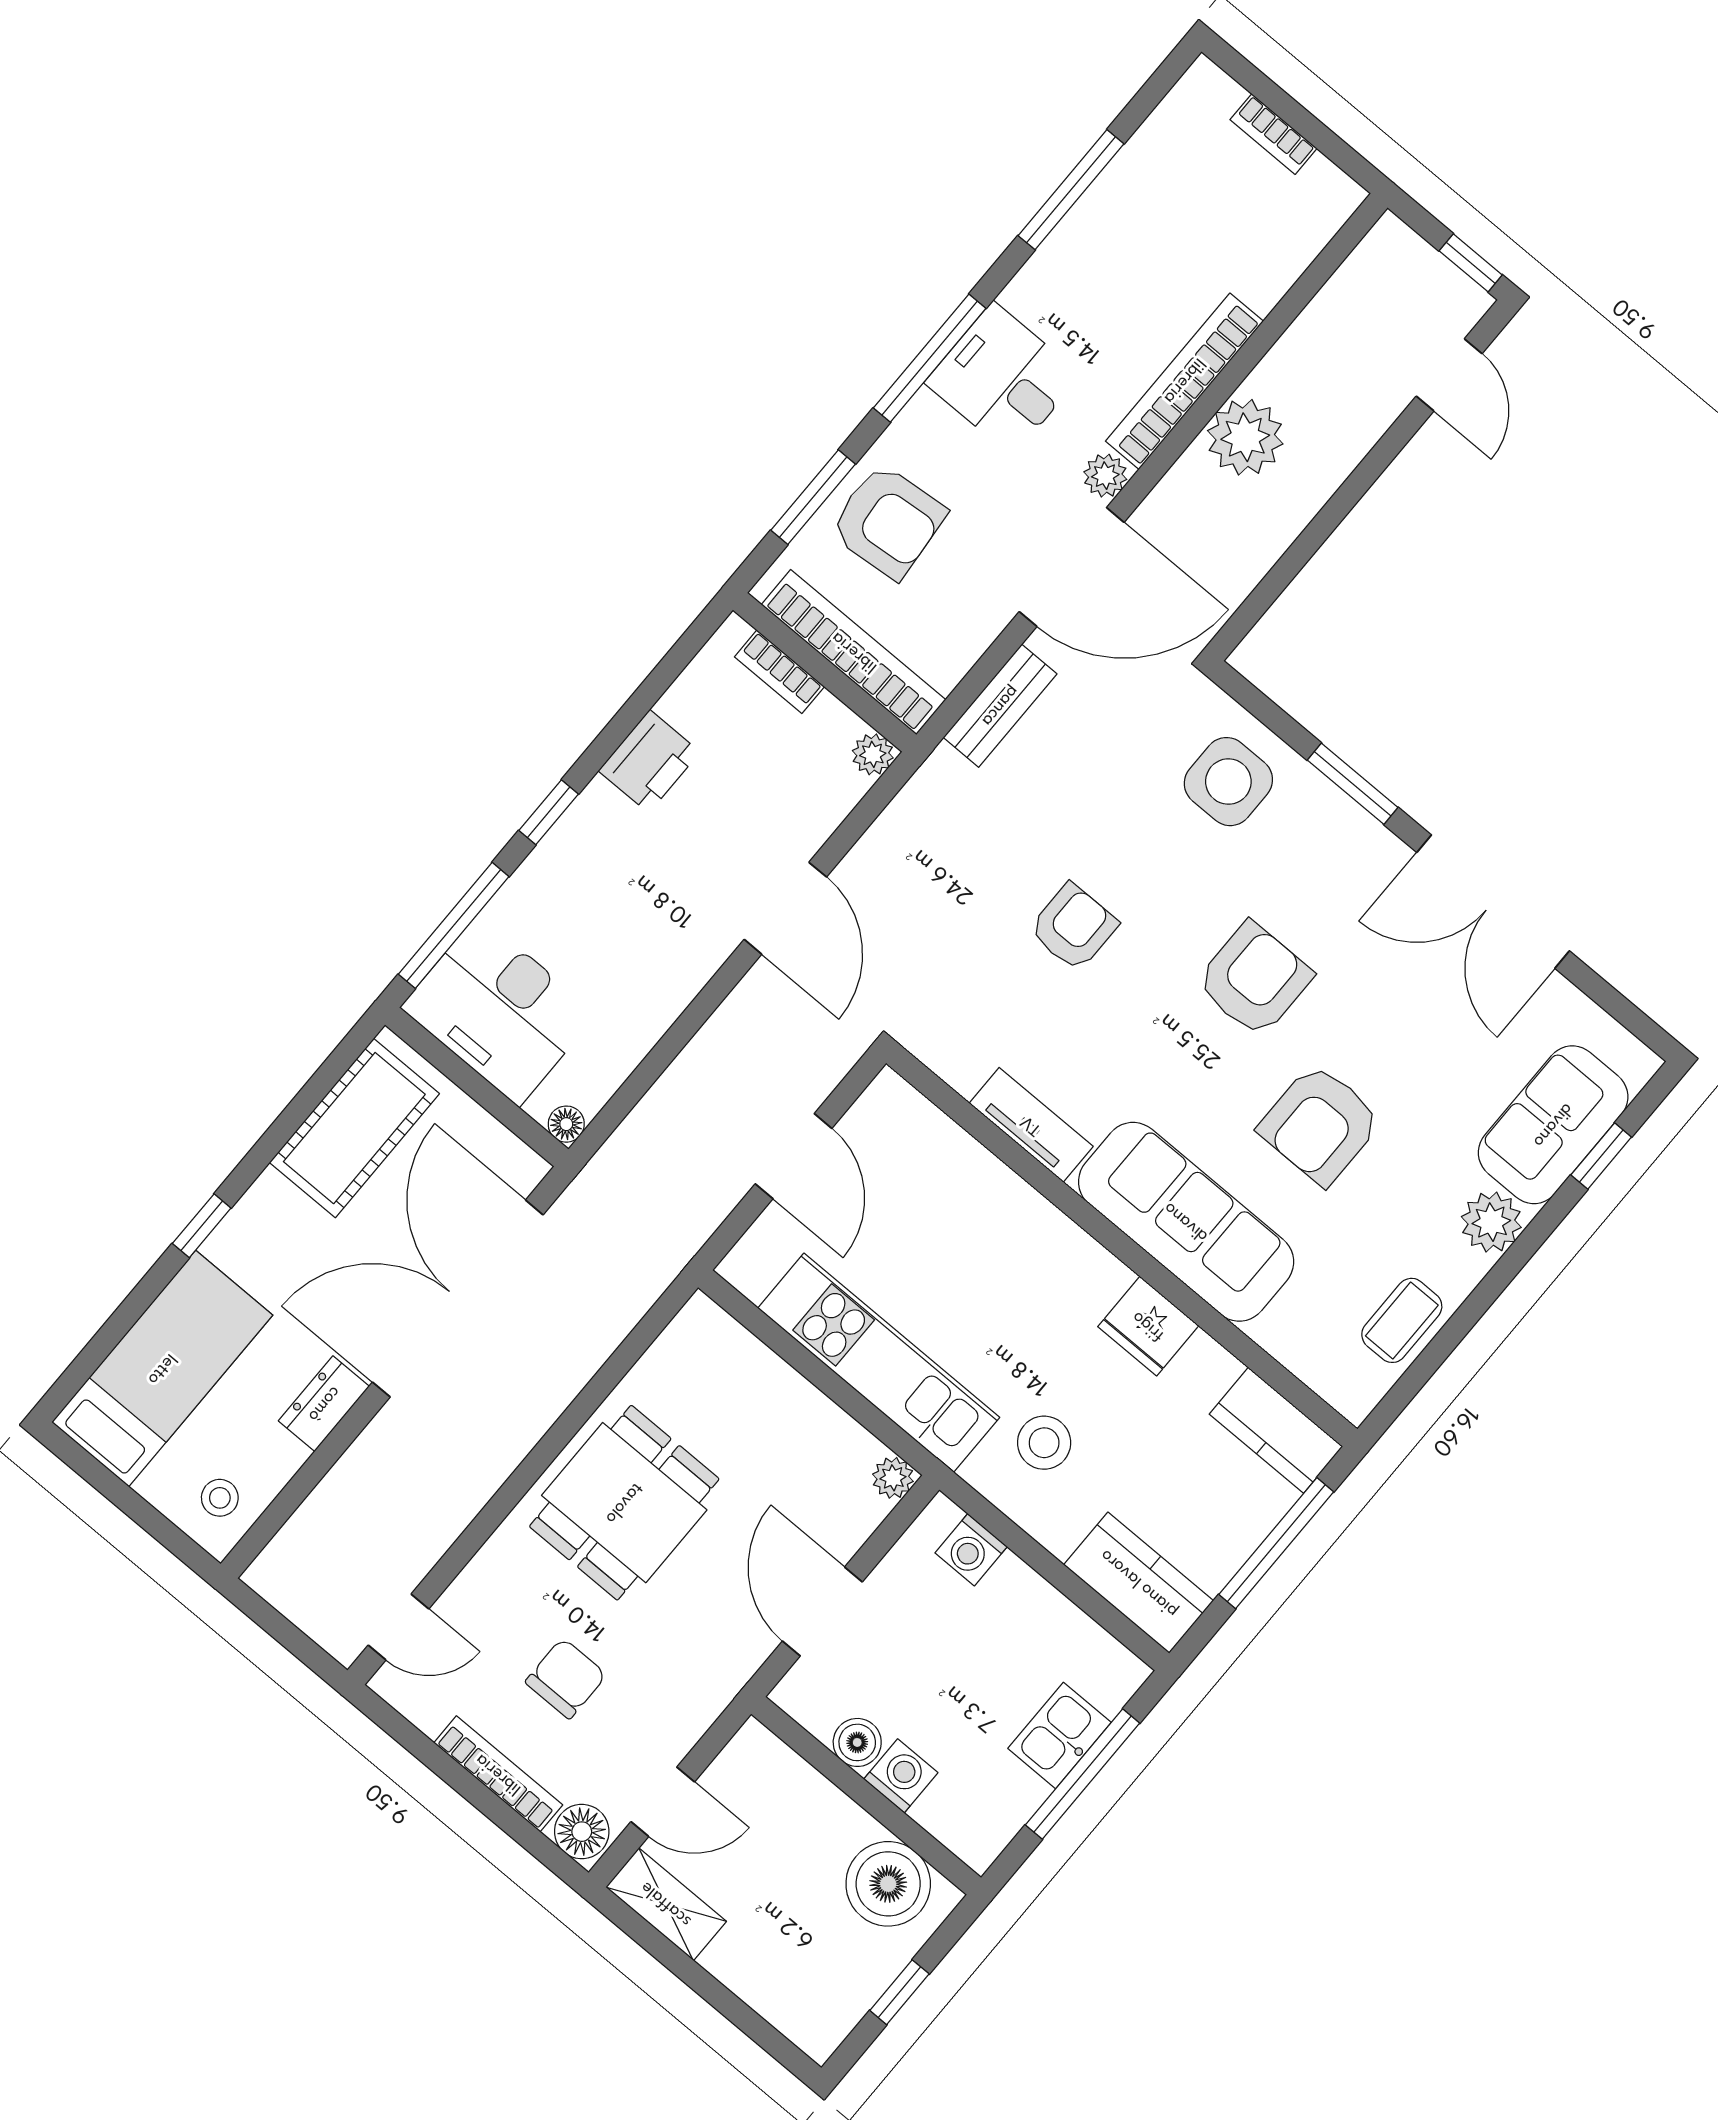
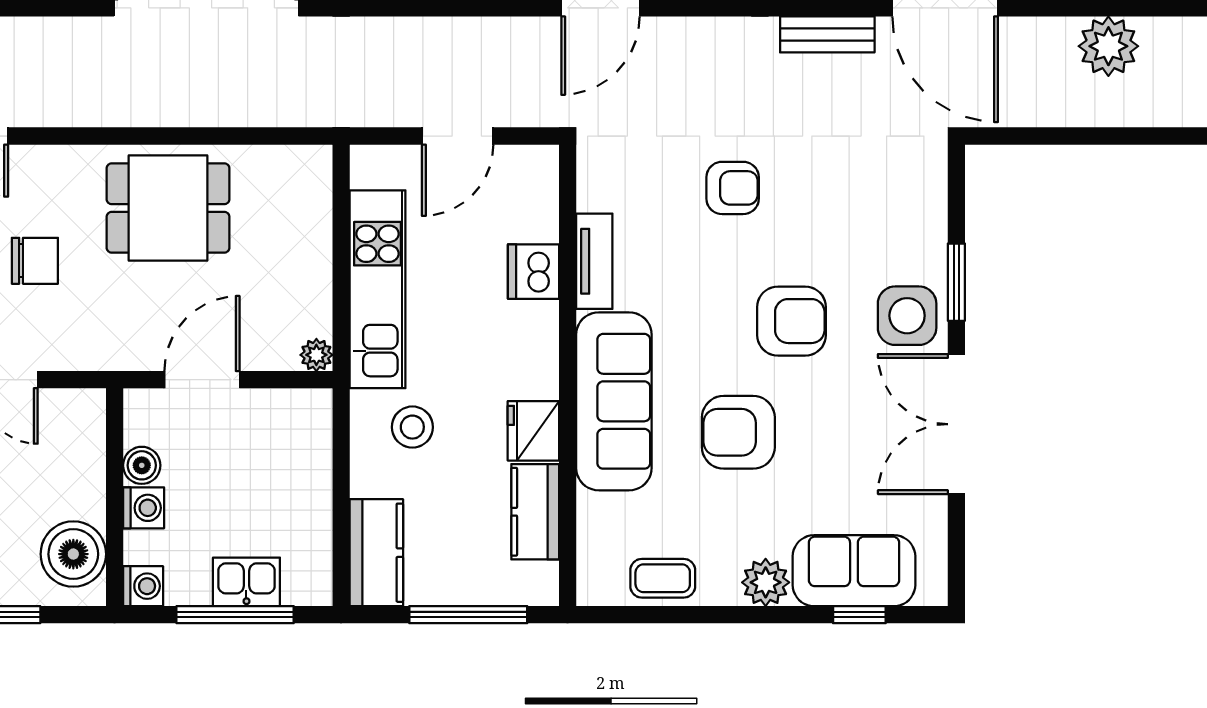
side table: (1228, 782) -> (907, 316), moved
dishwasher: (991, 1194) -> (533, 272), added
kitchen counter: (1276, 1430) -> (535, 512), moved
washing machine: (971, 1550) -> (143, 586), moved, turned 180

